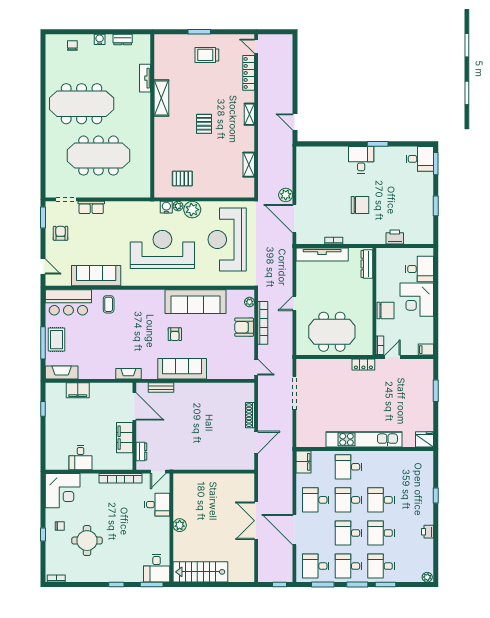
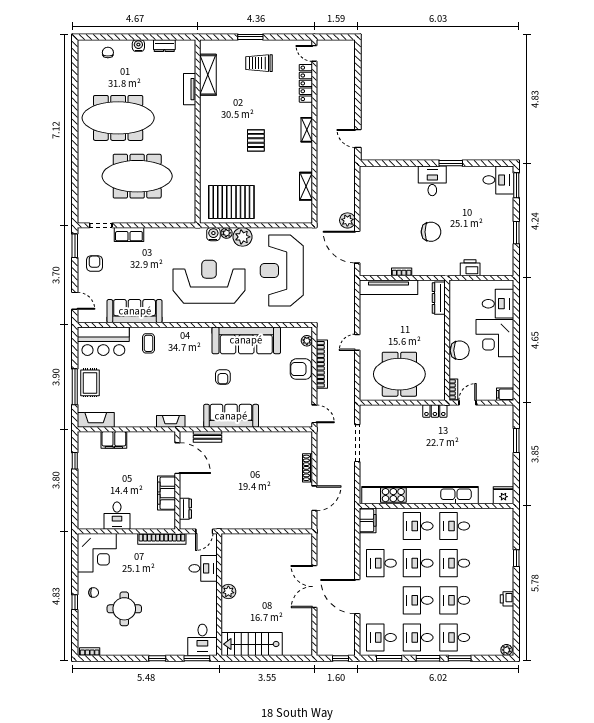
shelving: (161, 98) -> (208, 75), moved
pallet: (182, 179) -> (231, 202), width x2.05, depth x2.00
kitchen unit: (364, 439) -> (420, 495), width x1.36
desk: (381, 467) -> (455, 526), added

